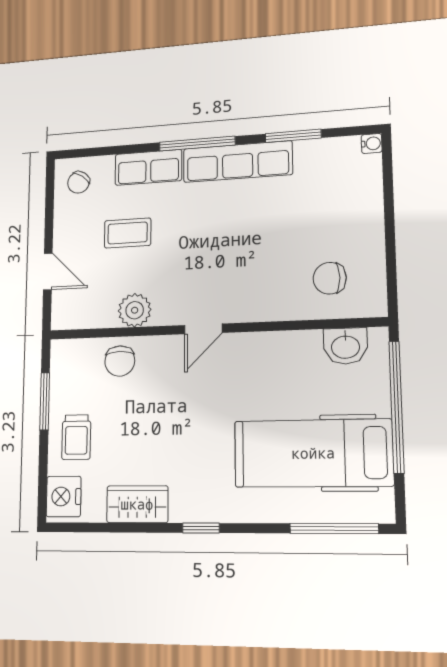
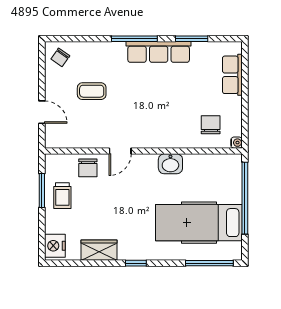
water cooler: (372, 143) -> (237, 143), moved
row of seats: (148, 167) -> (232, 75), moved, turned 90
chair: (330, 278) -> (211, 125), turned 90
plant: (135, 310) -> (96, 138), removed
door: (203, 329) -> (120, 151), moved
washbasin: (345, 346) -> (170, 164), moved
trolley: (76, 437) -> (62, 196), moved

